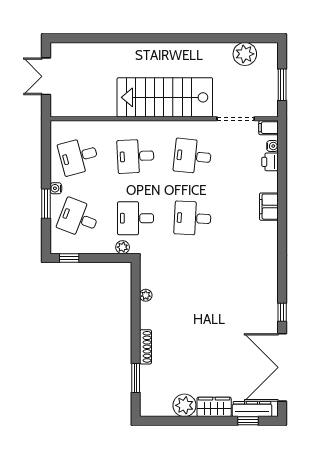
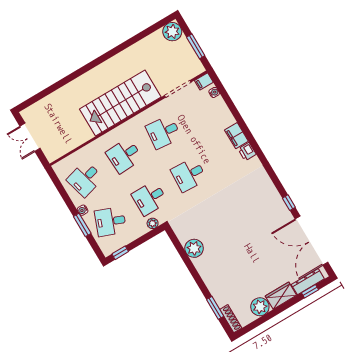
plant: (245, 54) -> (172, 32), moved
printer: (270, 162) -> (247, 152), moved
plant: (146, 295) -> (194, 248), width x1.88, depth x1.88
shoe rack: (145, 347) -> (231, 319), moved

